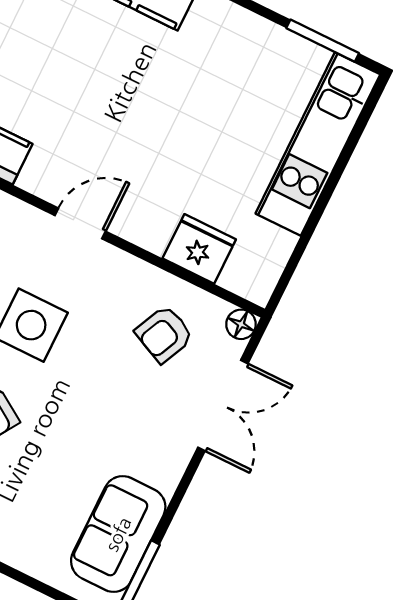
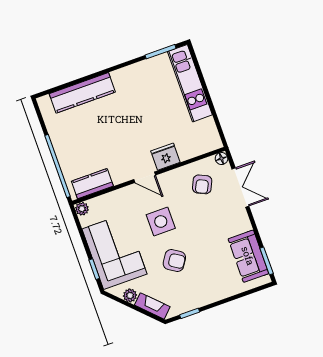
door: (80, 223) -> (145, 177), swing flipped
fridge: (199, 249) -> (165, 157), moved

